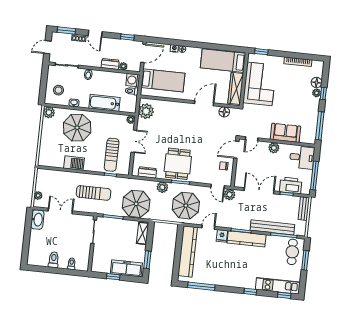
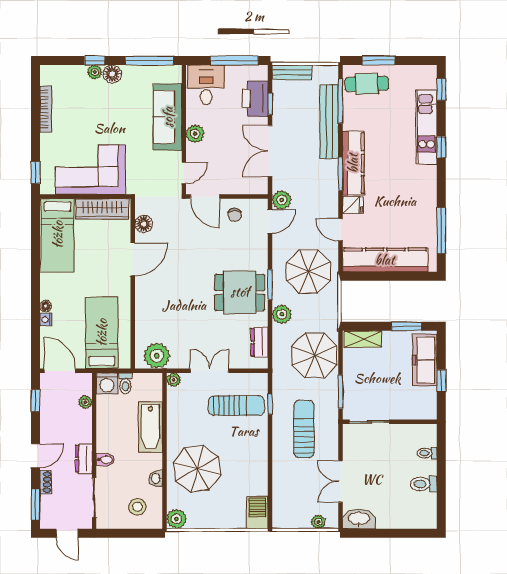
dresser: (110, 64) -> (84, 459), moved
floor lamp: (317, 82) -> (112, 74), moved
door: (204, 103) -> (133, 259), swing flipped
sofa: (285, 133) -> (168, 117), width x1.36
door: (252, 139) -> (184, 173), hinge flipped
barbecue: (74, 163) -> (257, 512), moved
kitchen unit: (278, 286) -> (427, 127), moved

